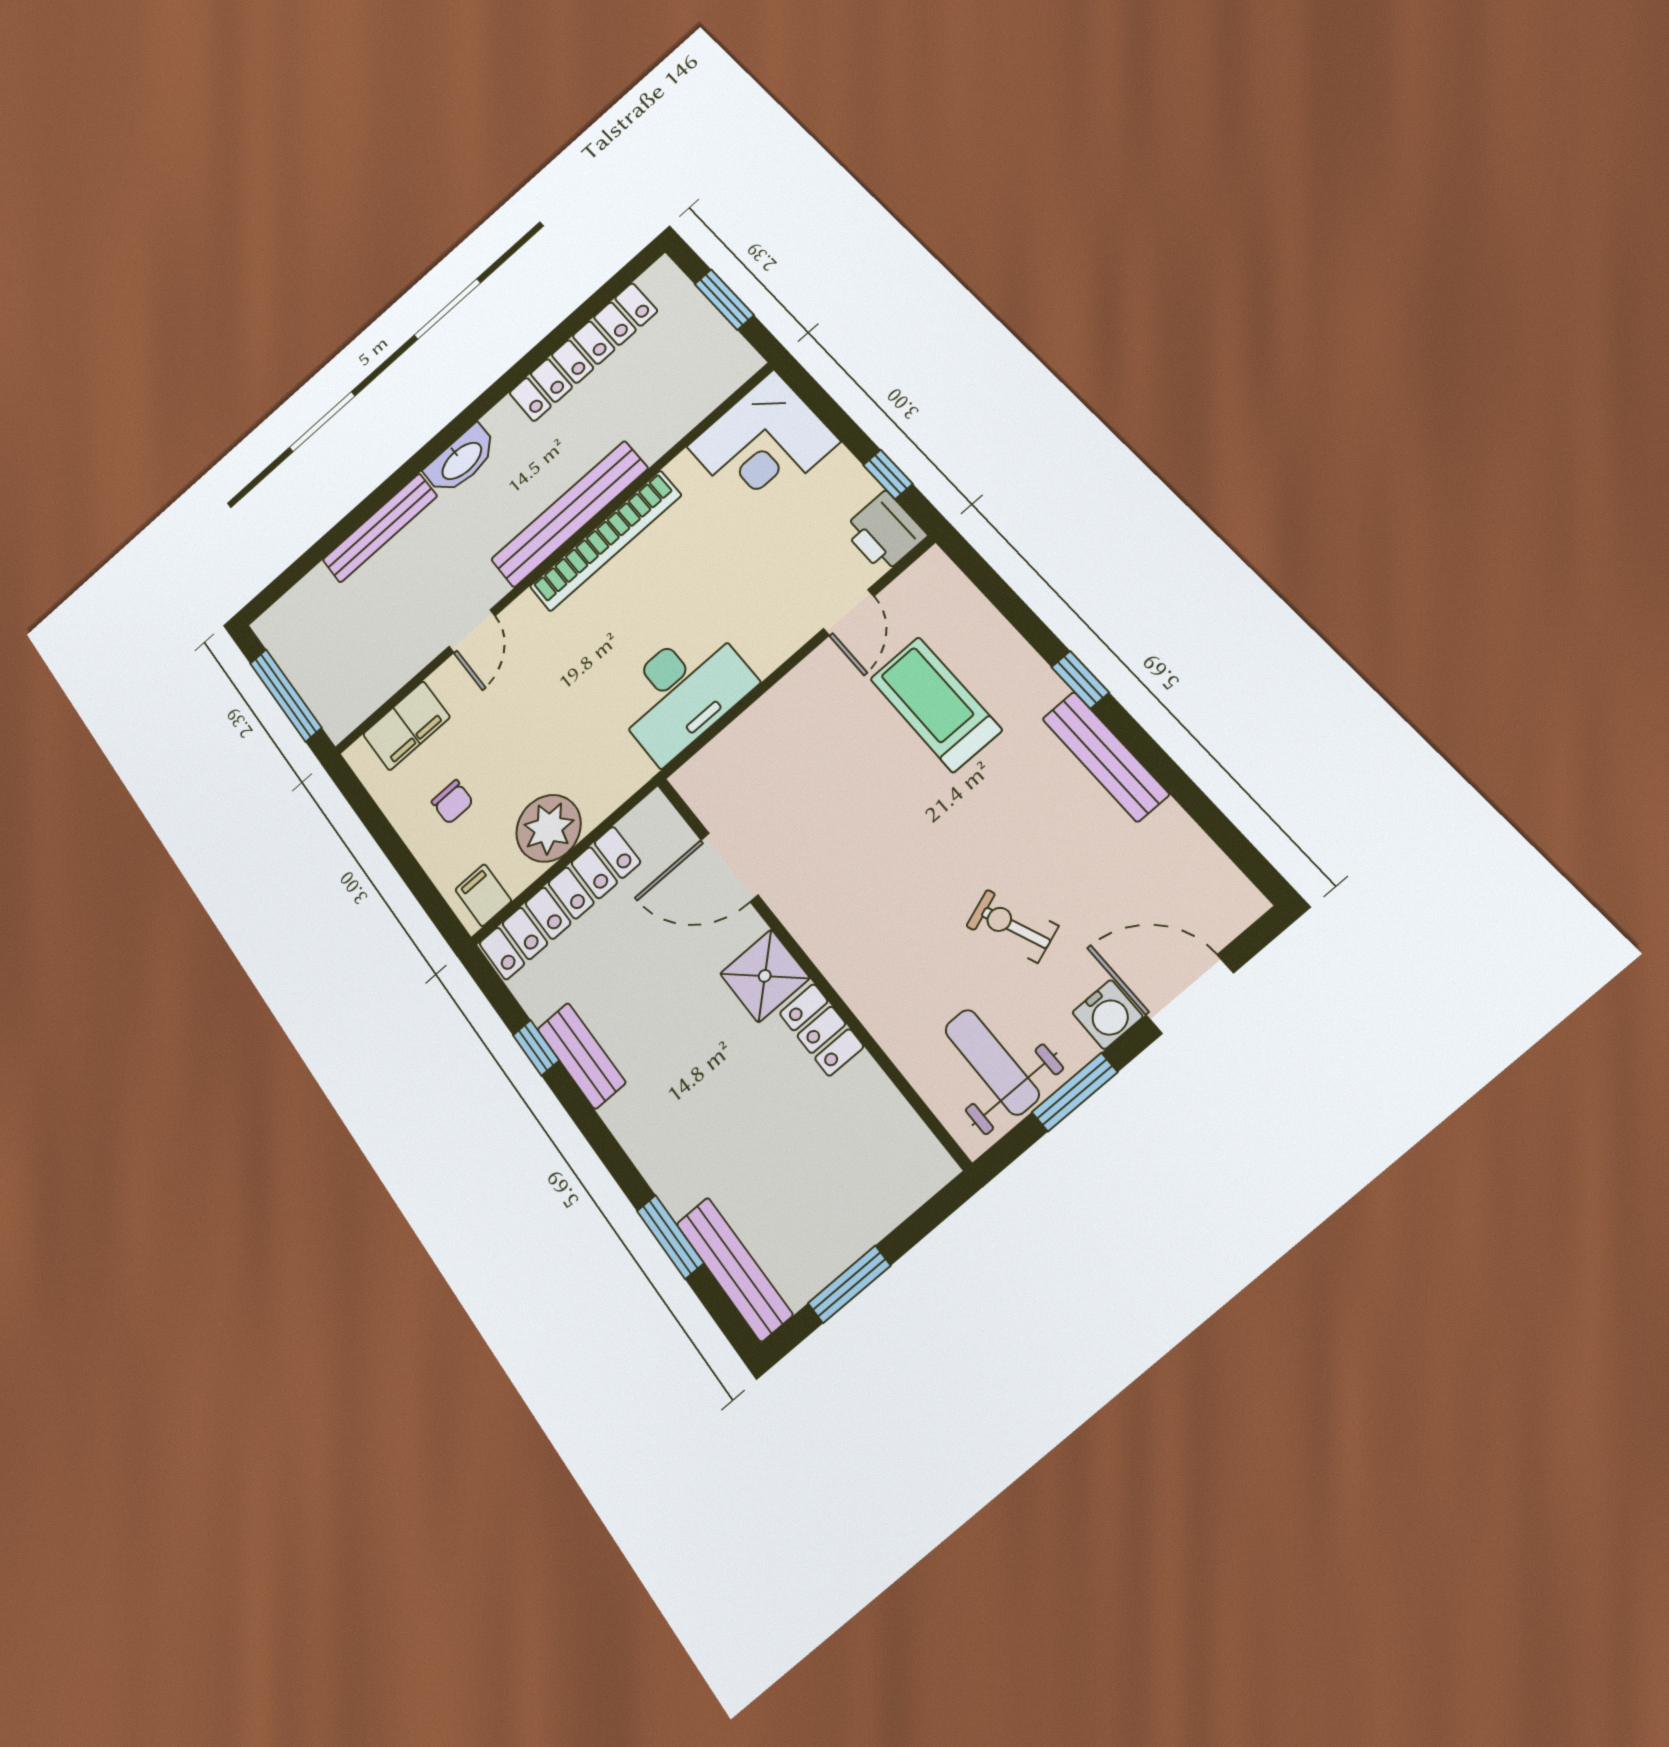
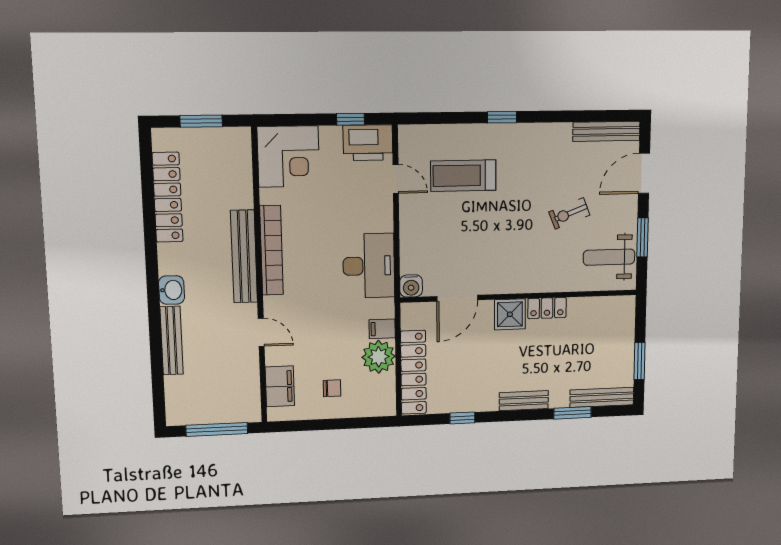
washbasin: (461, 460) -> (172, 290), width x0.72
printer: (885, 532) -> (368, 143), width x1.37, depth x1.19
bench: (1105, 756) -> (606, 131), moved
filing cabinet: (483, 895) -> (382, 329), moved
water cooler: (1108, 1015) -> (411, 286), moved, turned 90
bench: (581, 1056) -> (524, 401), moved

